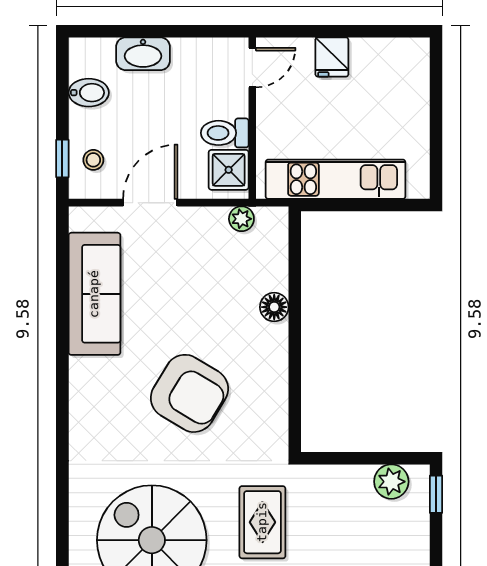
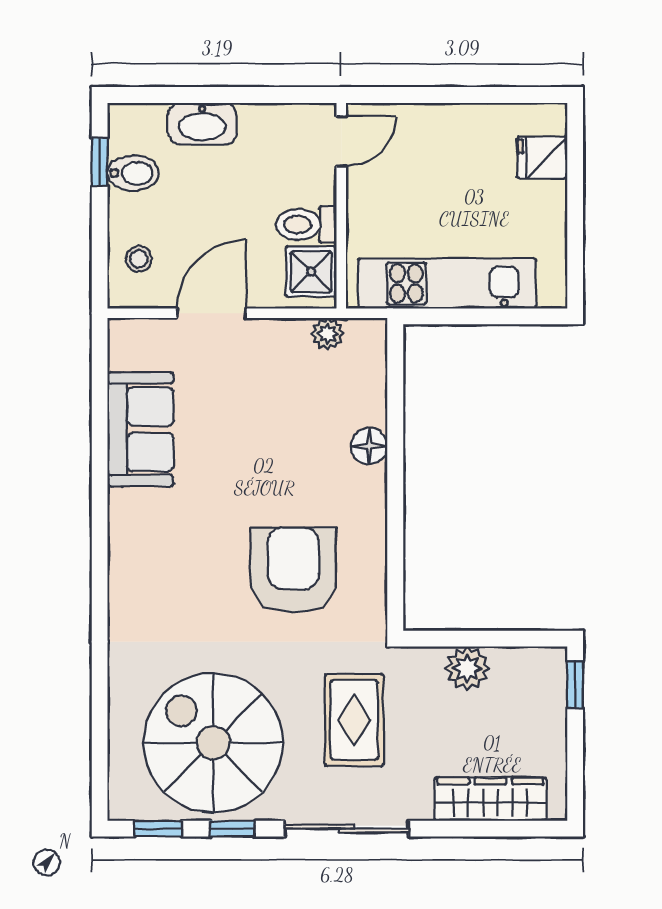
fridge: (332, 57) -> (542, 157), moved, turned 90
window: (62, 158) -> (100, 162), moved
sofa: (94, 294) -> (140, 429), width x0.73
armchair: (189, 393) -> (293, 570), moved, turned -121
plant: (391, 482) -> (467, 668), moved

